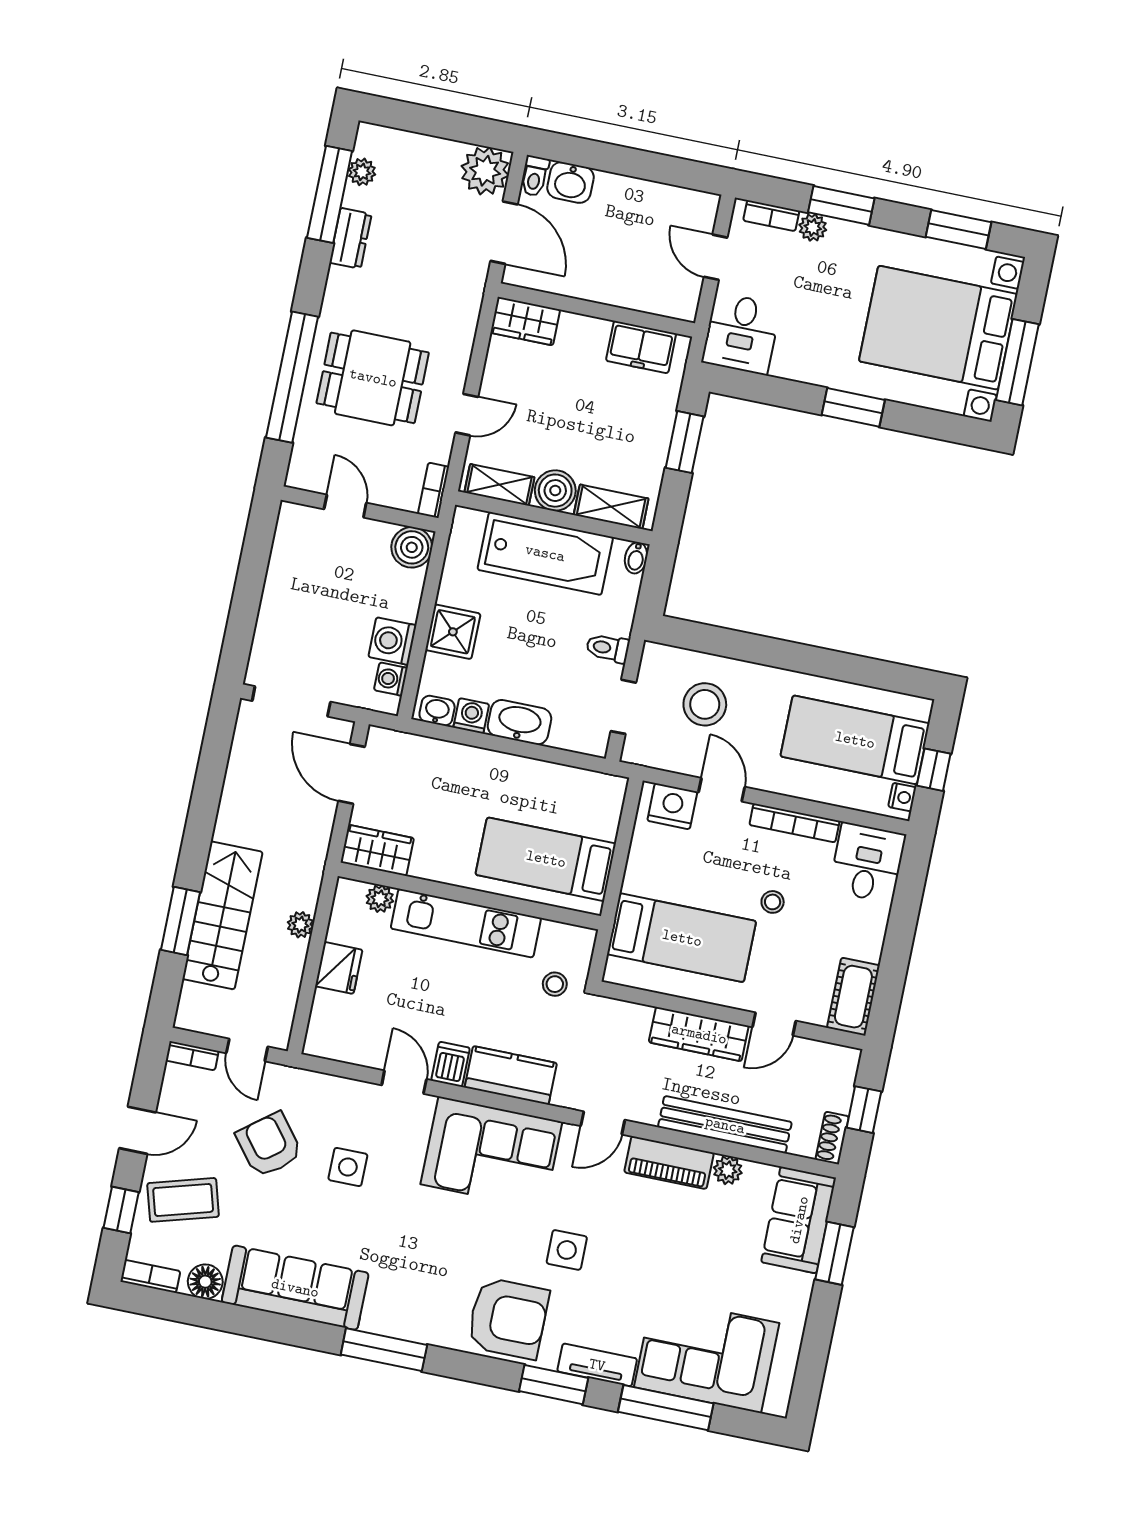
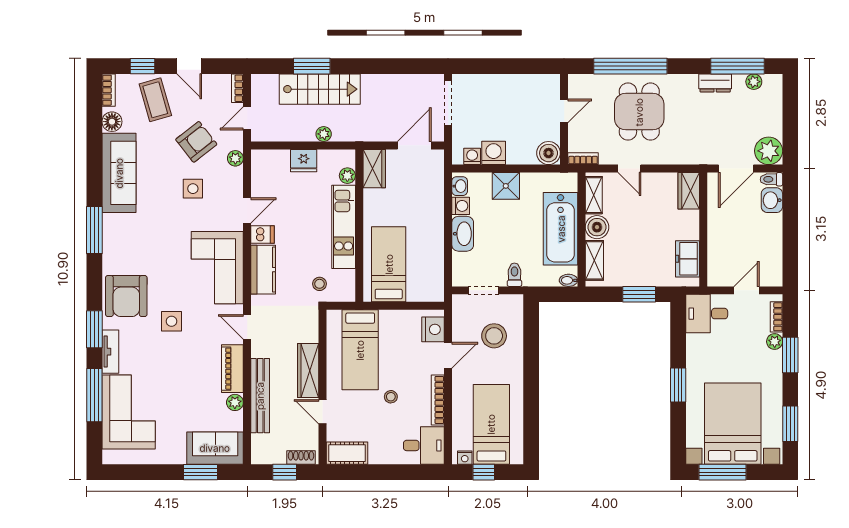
plant: (311, 1084) -> (235, 158), added
shoe rack: (832, 1138) -> (301, 457), moved

